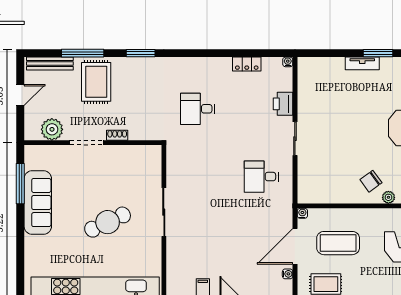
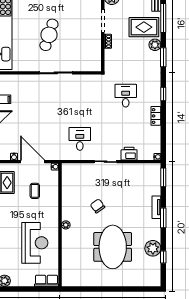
window: (195, 53) -> (163, 94), added
window: (318, 53) -> (163, 177), added
locker: (247, 64) -> (156, 116), moved
plant: (122, 66) -> (155, 45), added
chair: (371, 181) -> (98, 206), moved
cafe table: (108, 222) -> (49, 35), turned 43
coffee table: (338, 243) -> (35, 191), width x0.54, depth x0.58

